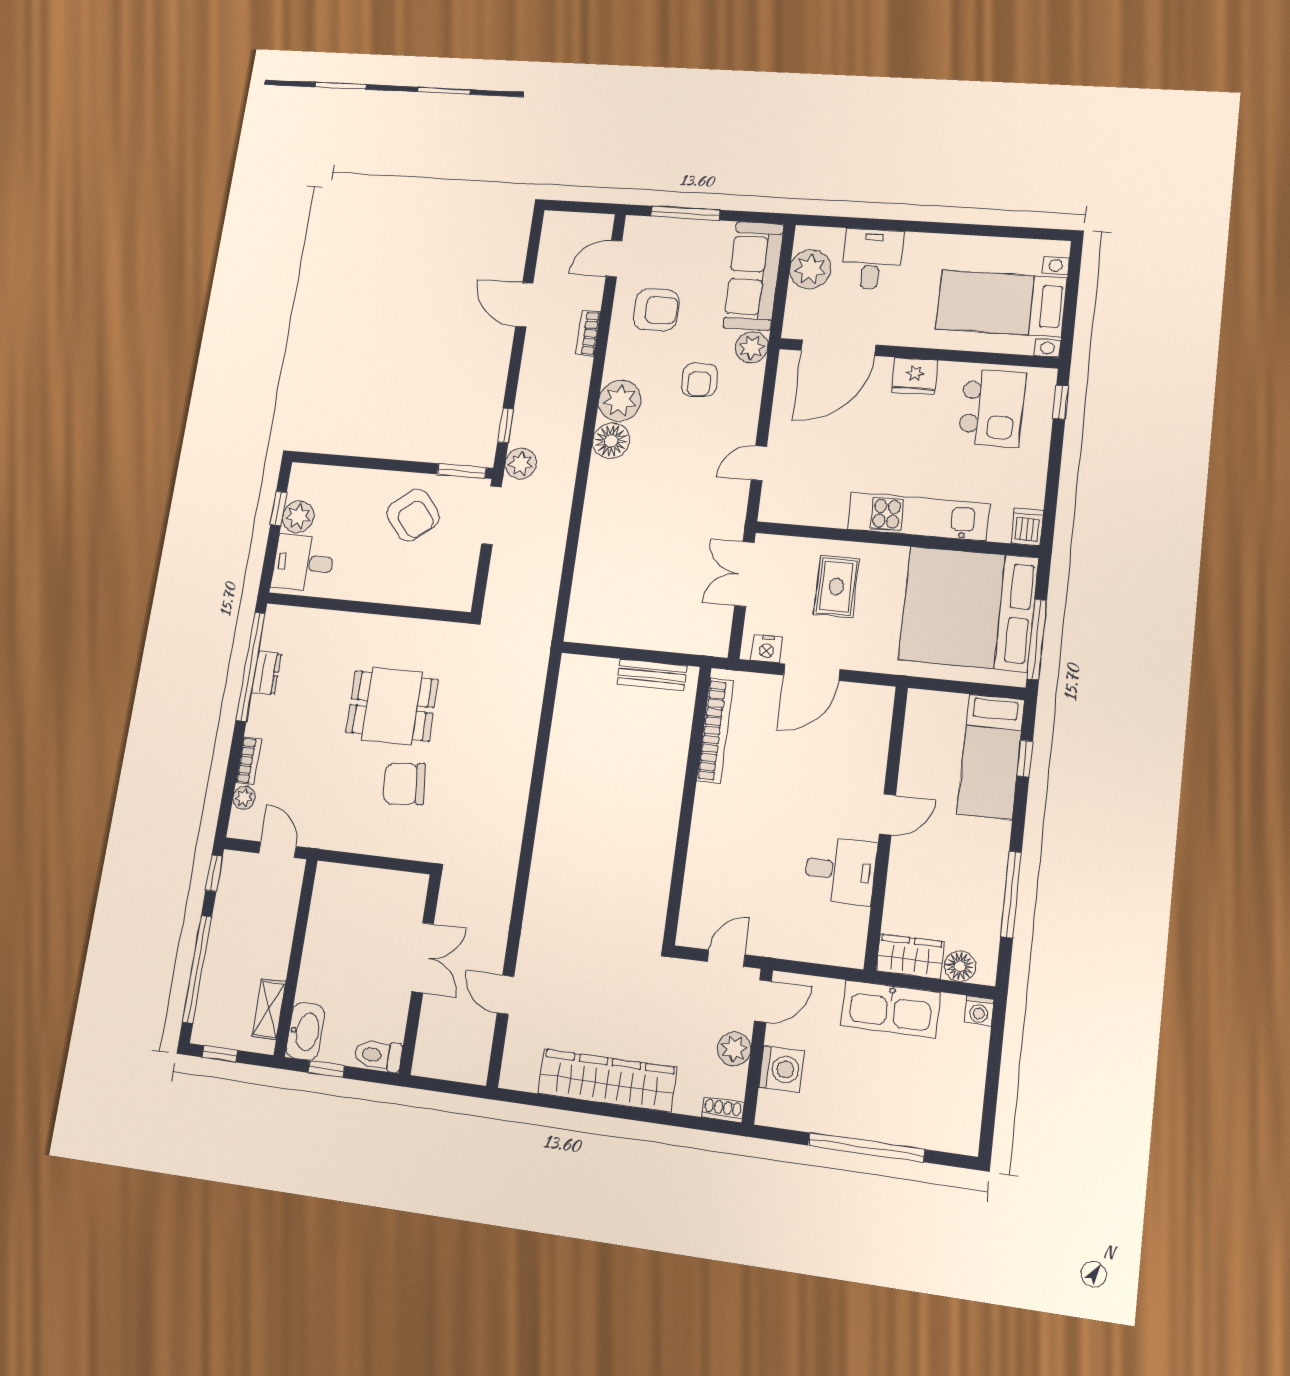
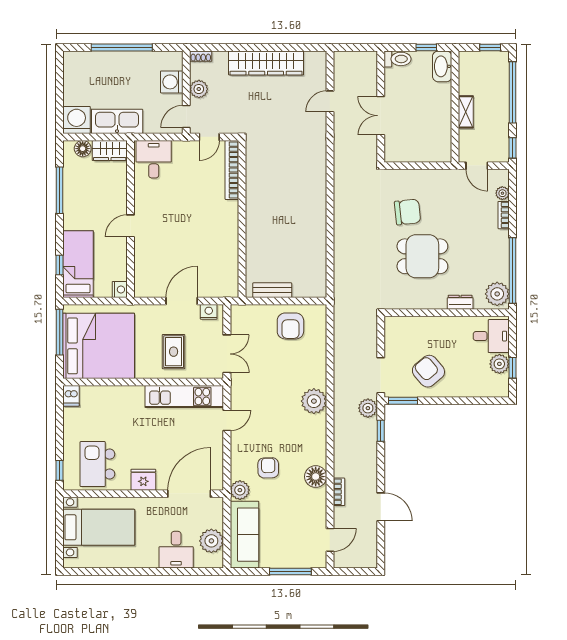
armchair: (656, 310) -> (290, 326), moved, turned -90
plant: (620, 401) -> (314, 401), moved
floor lamp: (611, 441) -> (316, 477), moved
kitchen unit: (918, 517) -> (184, 397), moved
plant: (282, 631) -> (497, 294), added
dresser: (267, 673) -> (460, 302), moved, turned 90
nightstand: (920, 703) -> (120, 289), added
bookcase: (715, 731) -> (232, 170), moved
desk: (840, 870) -> (154, 159), moved, turned 90
door: (505, 995) -> (330, 101), swing flipped
shelving: (269, 1009) -> (466, 112), moved
washing machine: (979, 1011) -> (77, 120), width x1.89, depth x1.89

